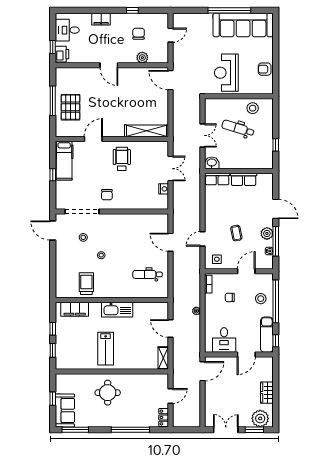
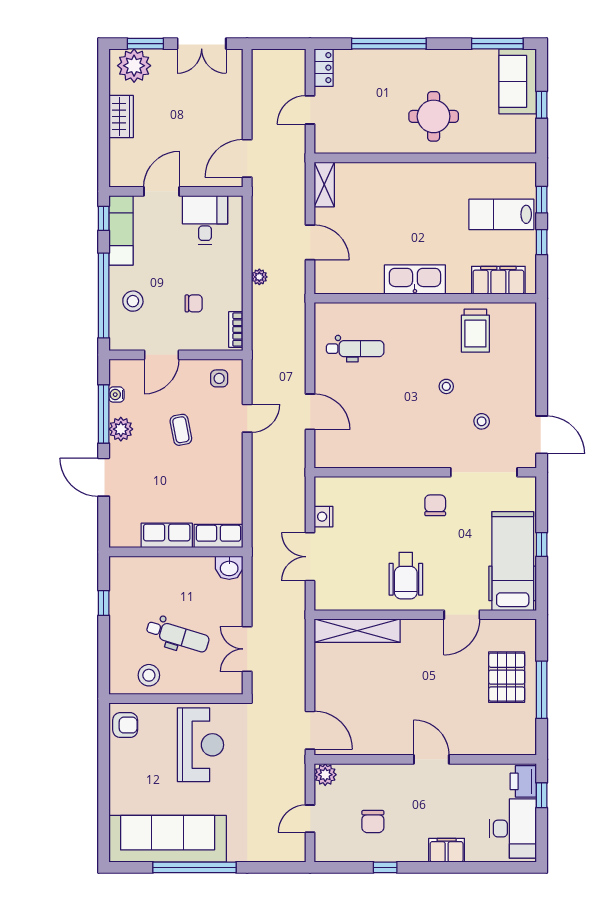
desk: (67, 30) -> (513, 829), width x1.37
plant: (142, 58) -> (325, 775), moved
armchair: (265, 69) -> (125, 725), moved
double door: (203, 135) -> (247, 649), moved
hospital bed: (64, 161) -> (513, 561), width x1.37, depth x1.29
lab bench: (106, 349) -> (501, 214), moved, turned -90

